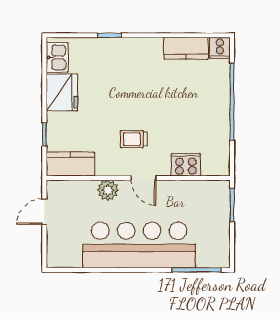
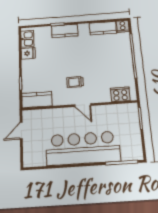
kitchen counter: (121, 48) -> (65, 31), added
fridge: (62, 92) -> (28, 53), width x0.53, depth x0.75
cooker: (186, 165) -> (120, 94), moved
plant: (108, 190) -> (61, 114), removed

